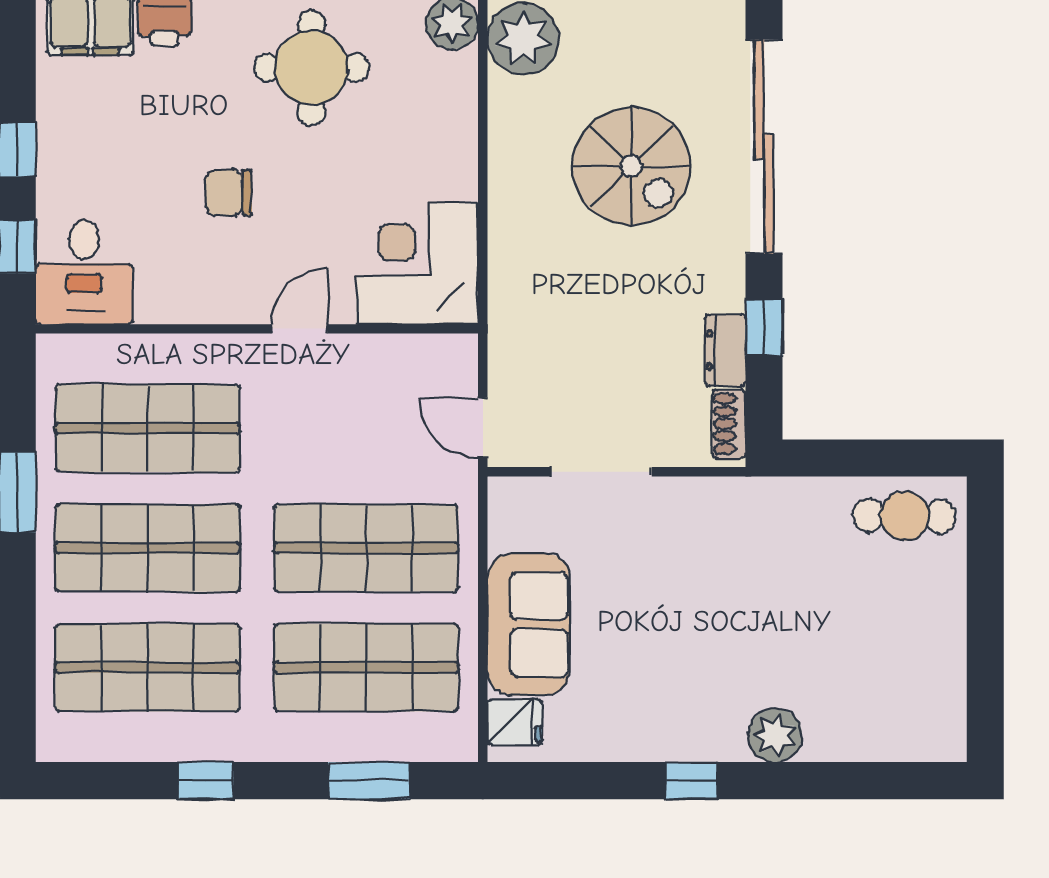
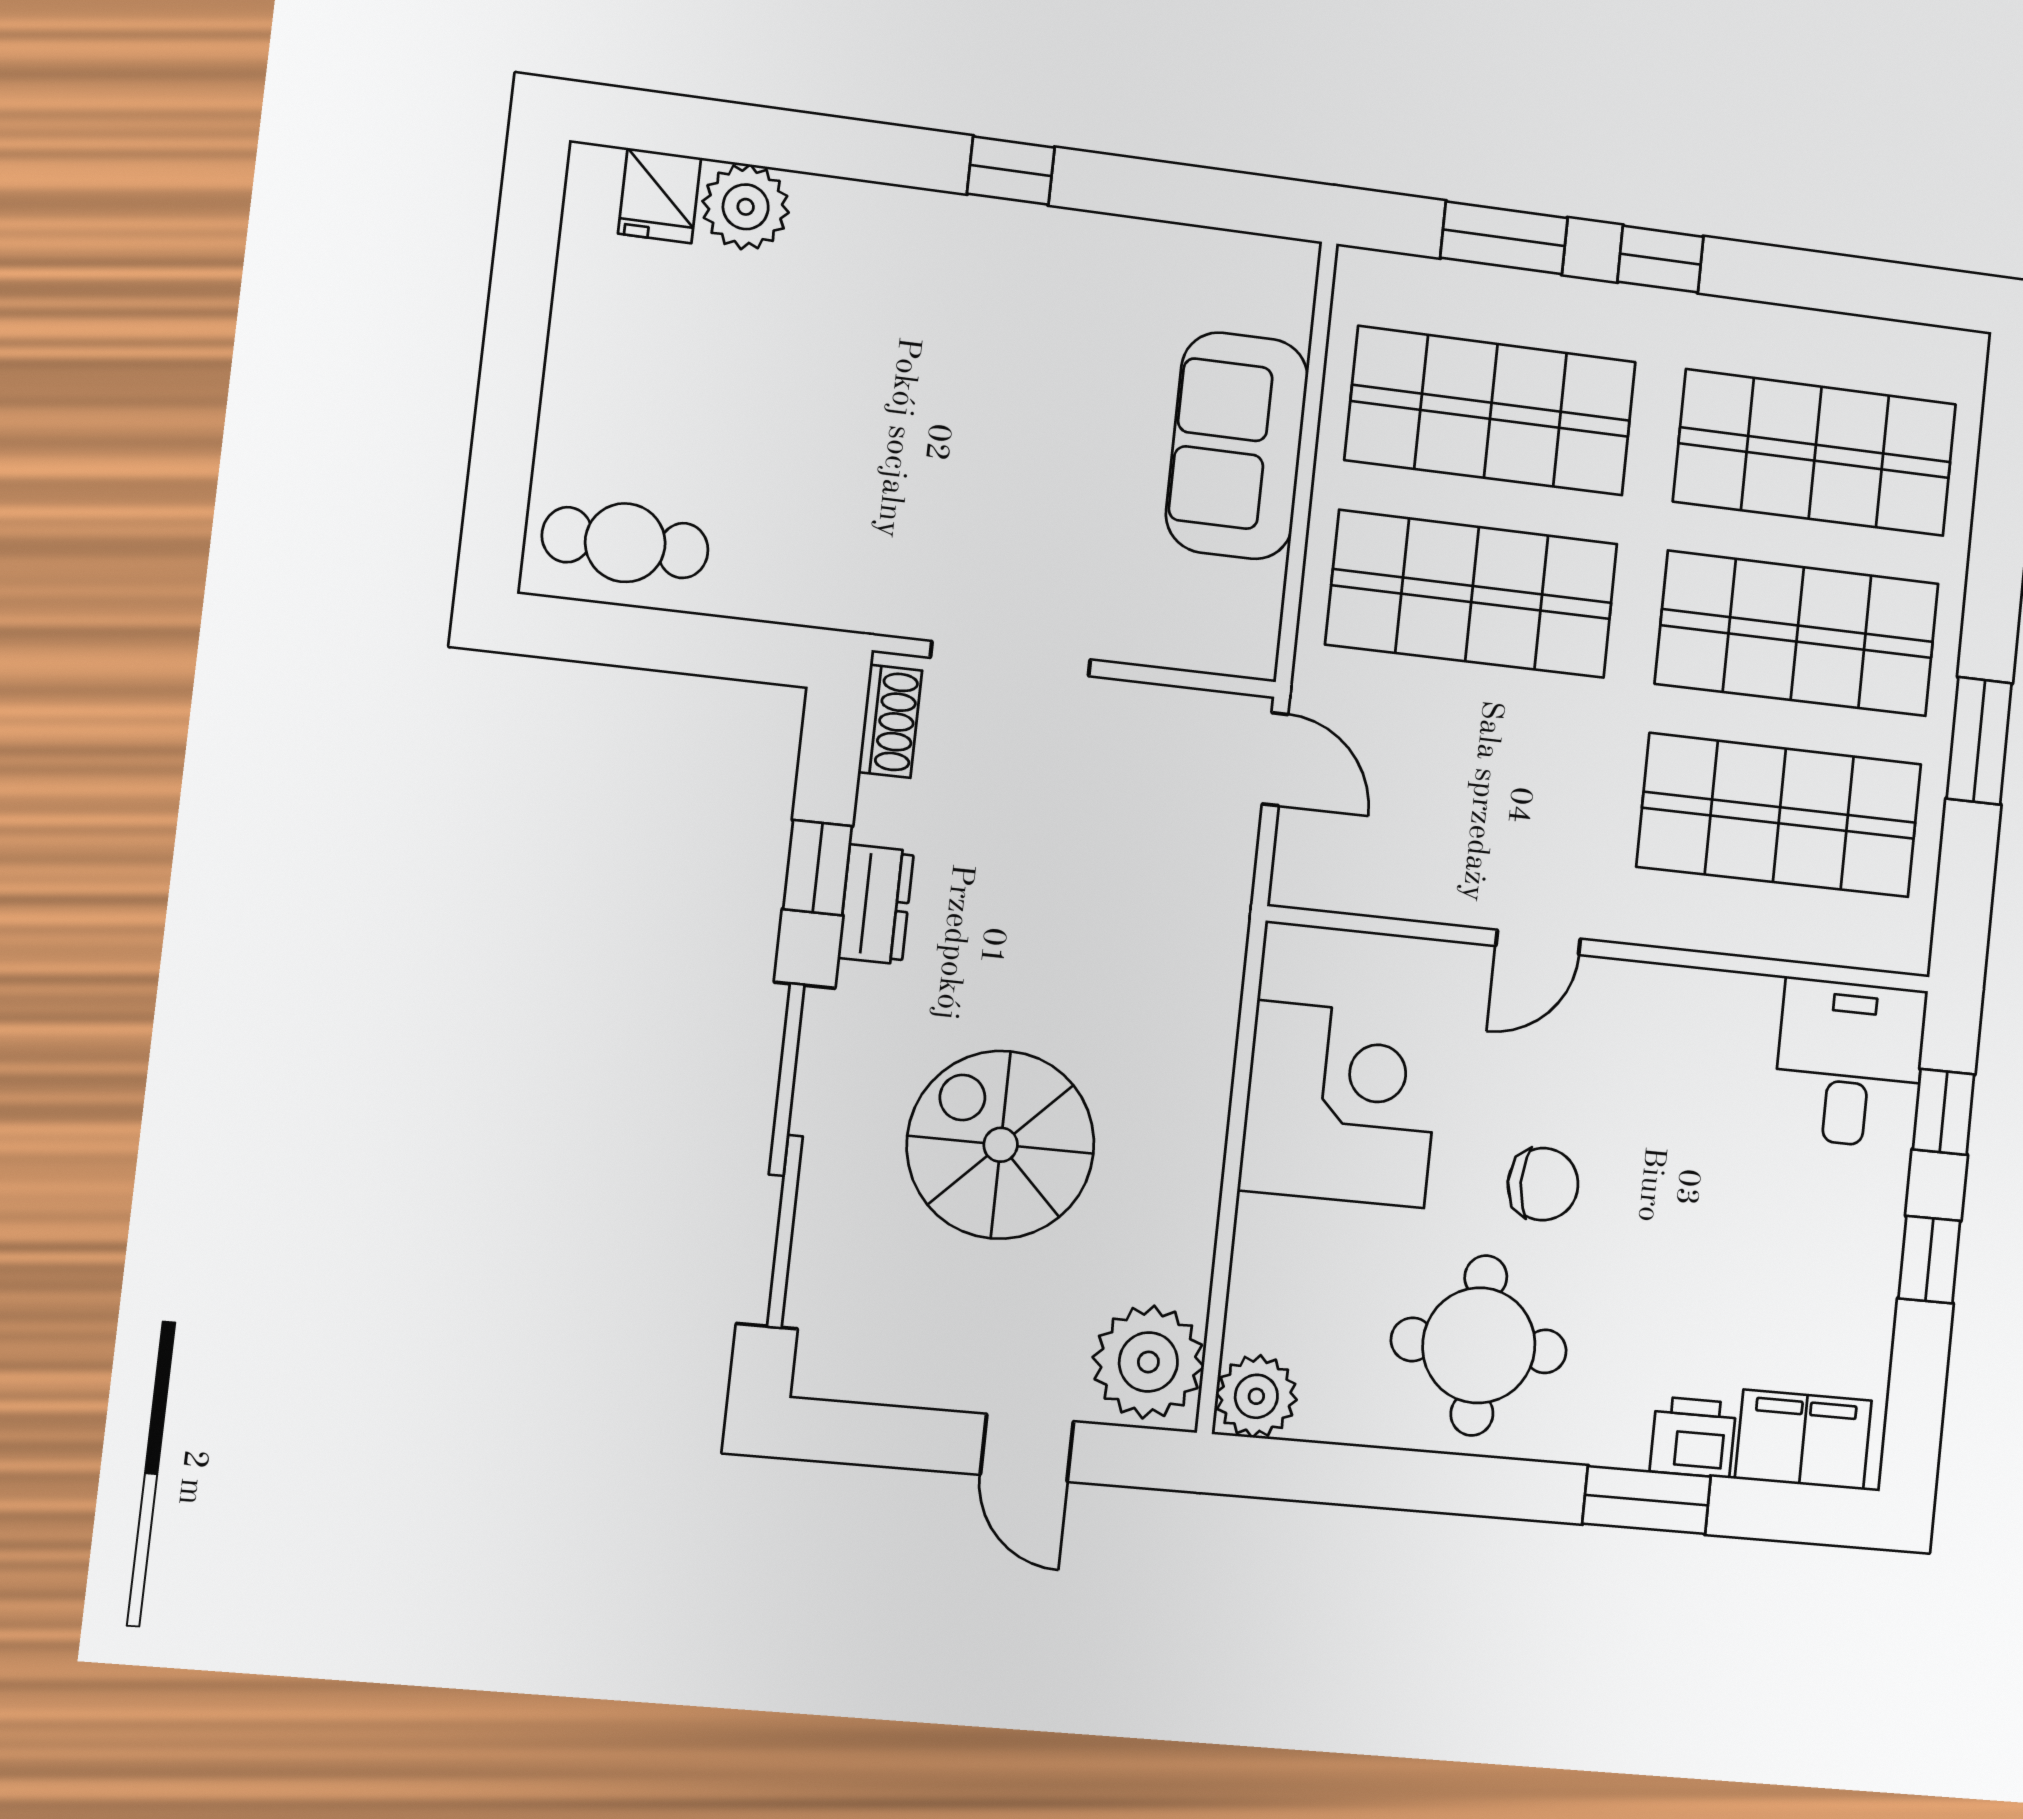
chair: (228, 193) -> (1543, 1184), moved
corner desk: (417, 263) -> (1341, 1104), moved, turned -90
dresser: (725, 350) -> (876, 904), moved
doorway: (601, 472) -> (1011, 659), moved
fridge: (515, 722) -> (660, 196), moved, turned -90
plant: (775, 735) -> (746, 207), moved
window: (206, 781) -> (1660, 259), moved

